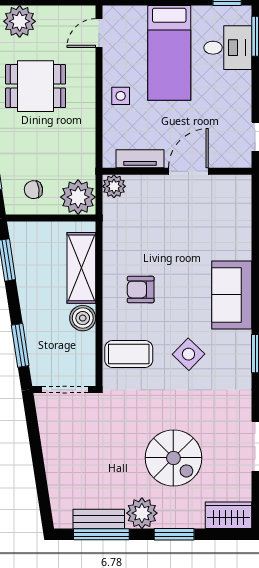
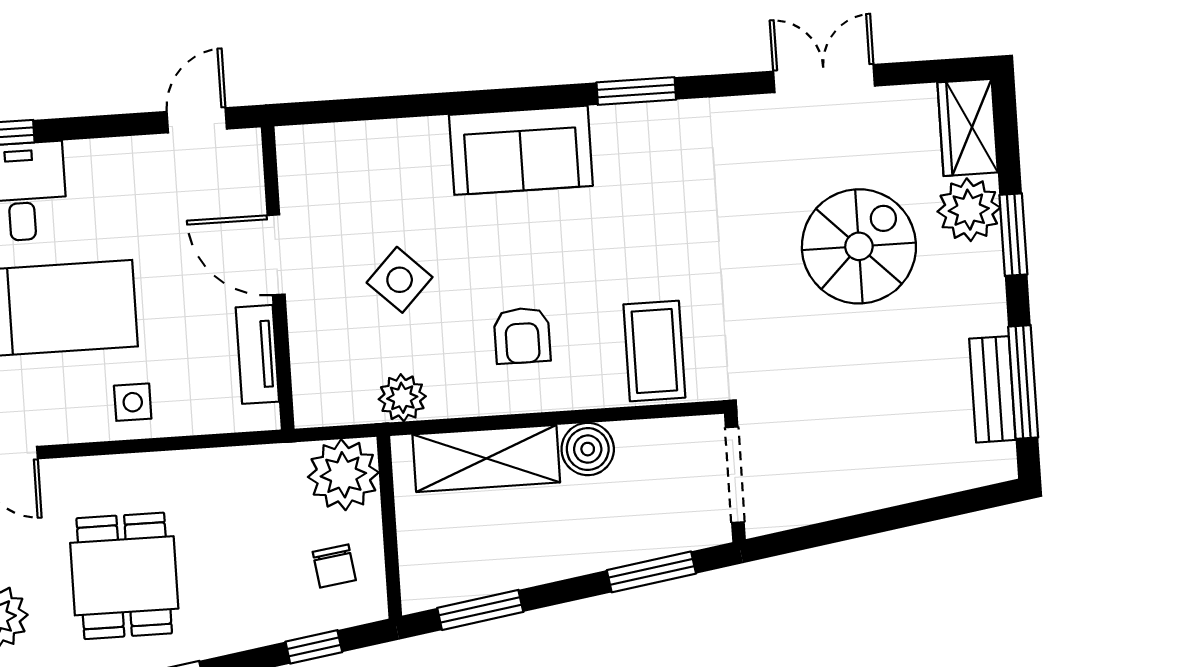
plant: (114, 186) -> (402, 398), moved
side table: (188, 354) -> (400, 280), moved
plant: (142, 513) -> (969, 210), moved

